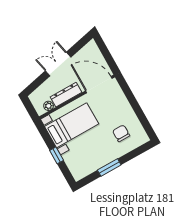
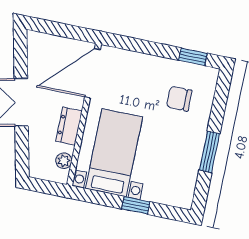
dresser: (66, 95) -> (69, 126), width x0.70
window: (145, 123) -> (193, 57), added

